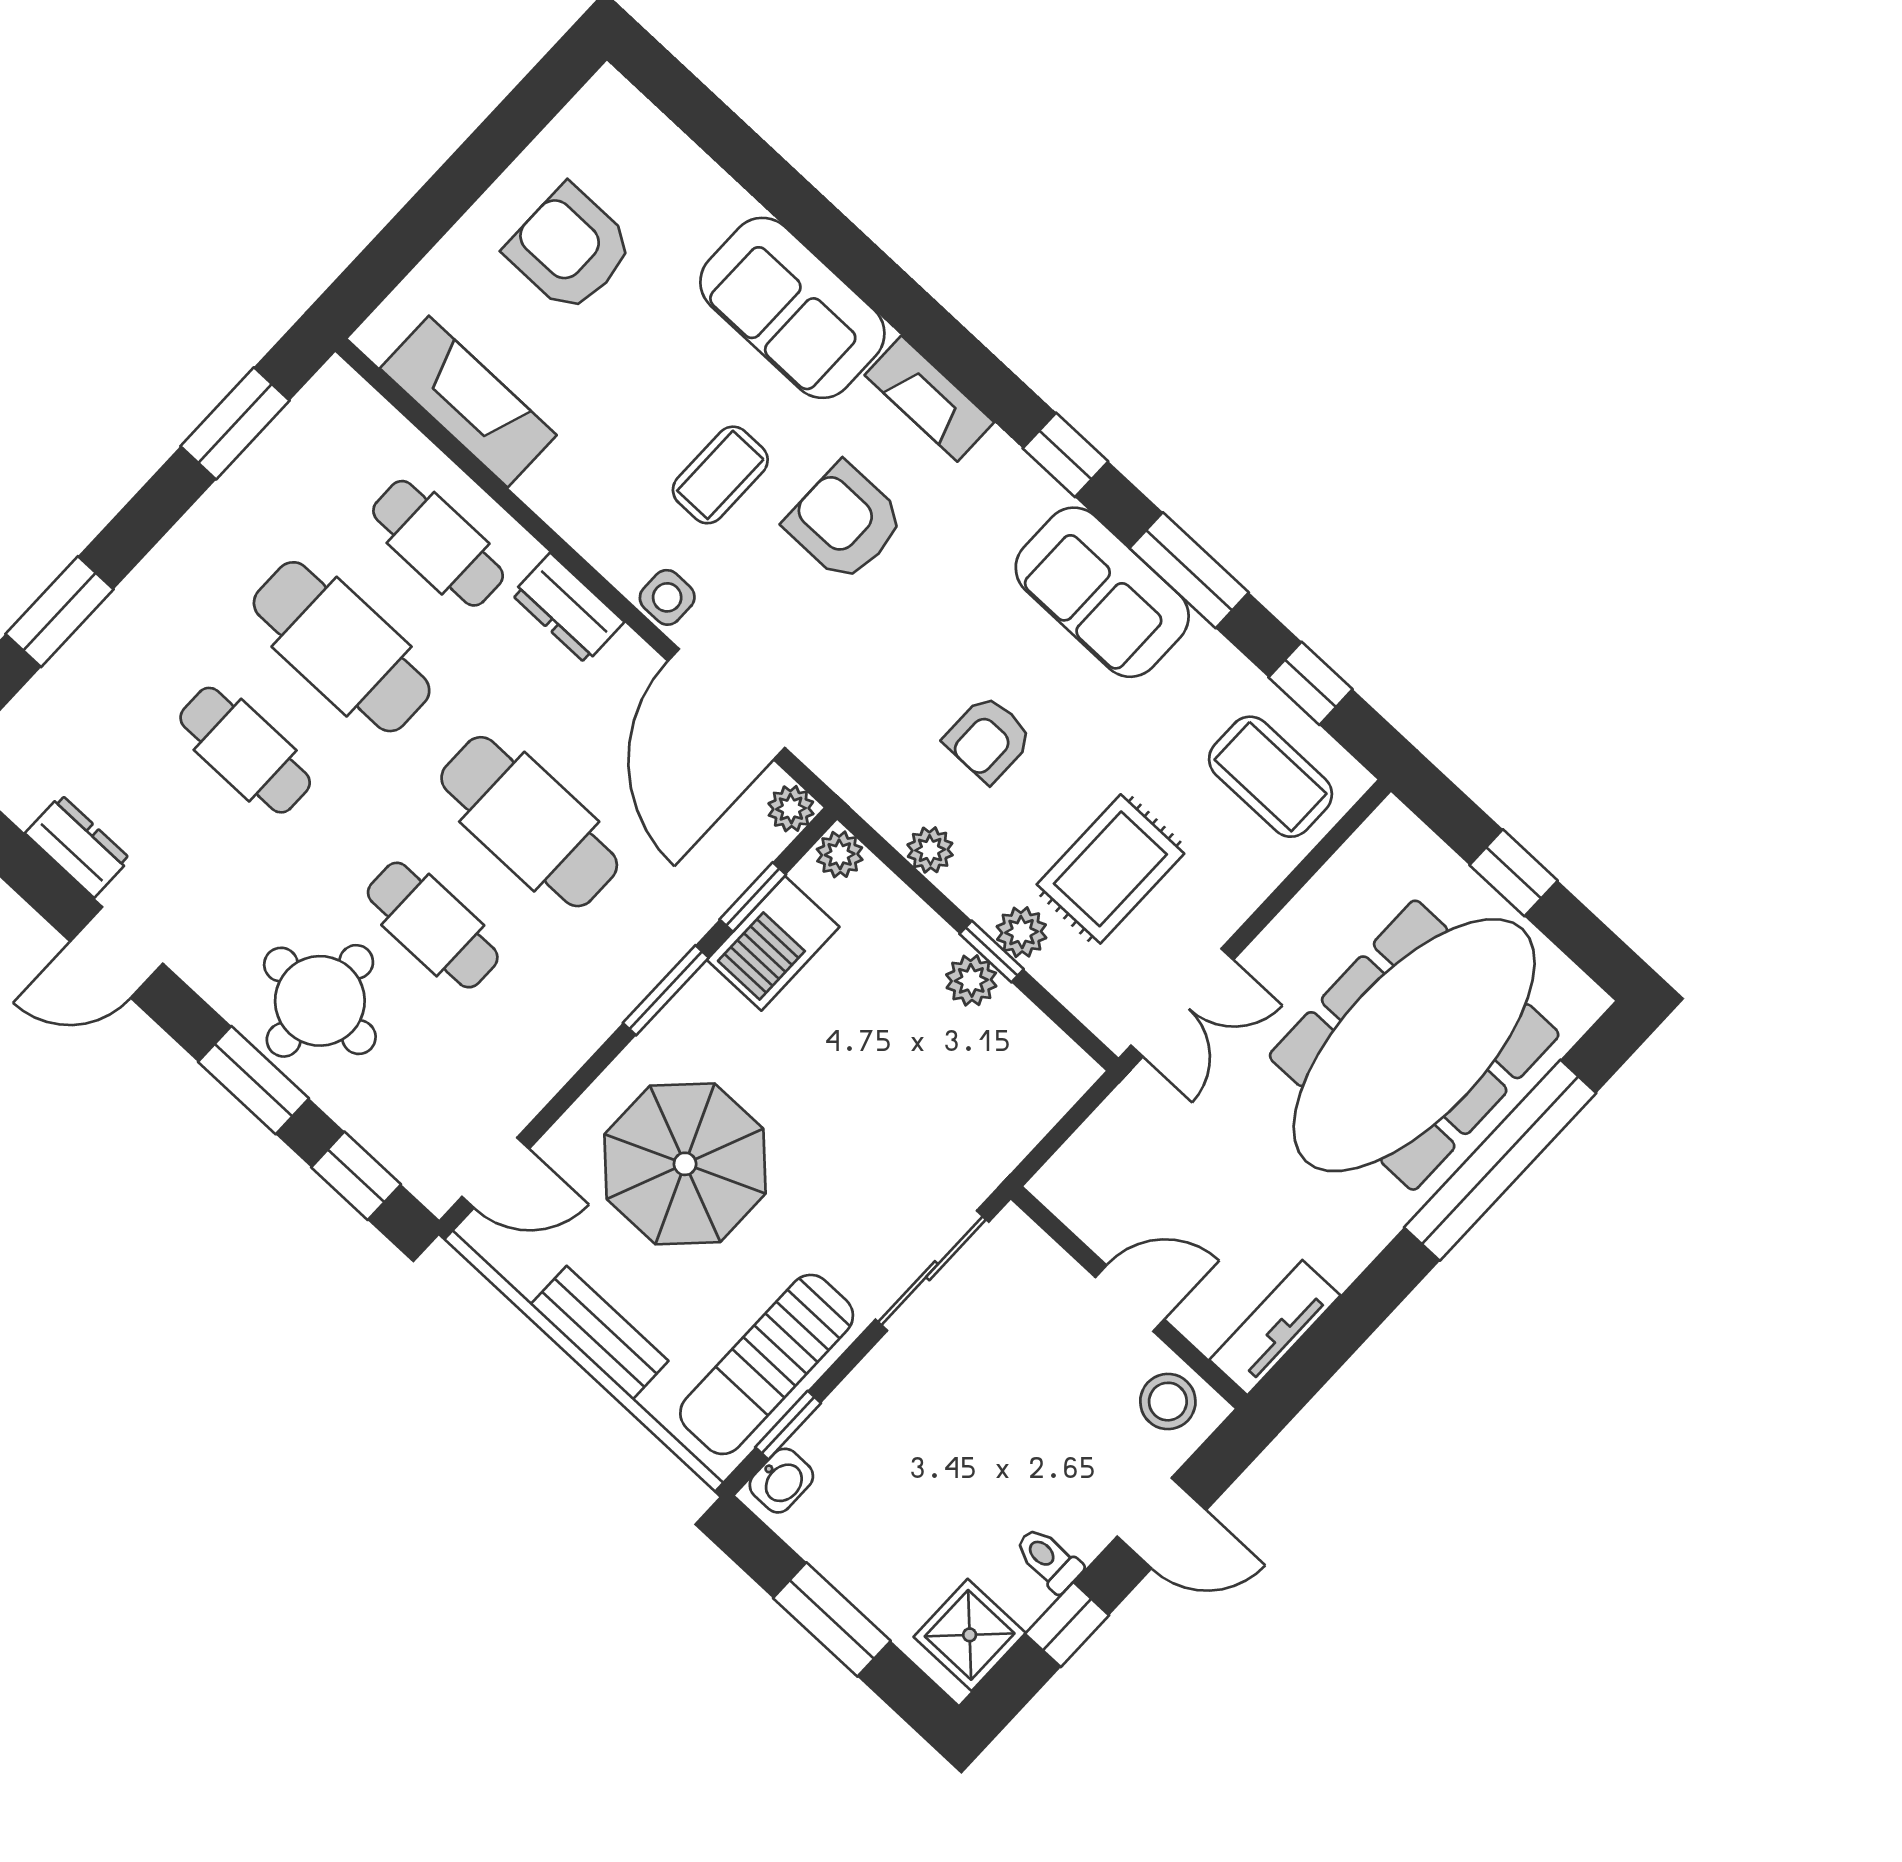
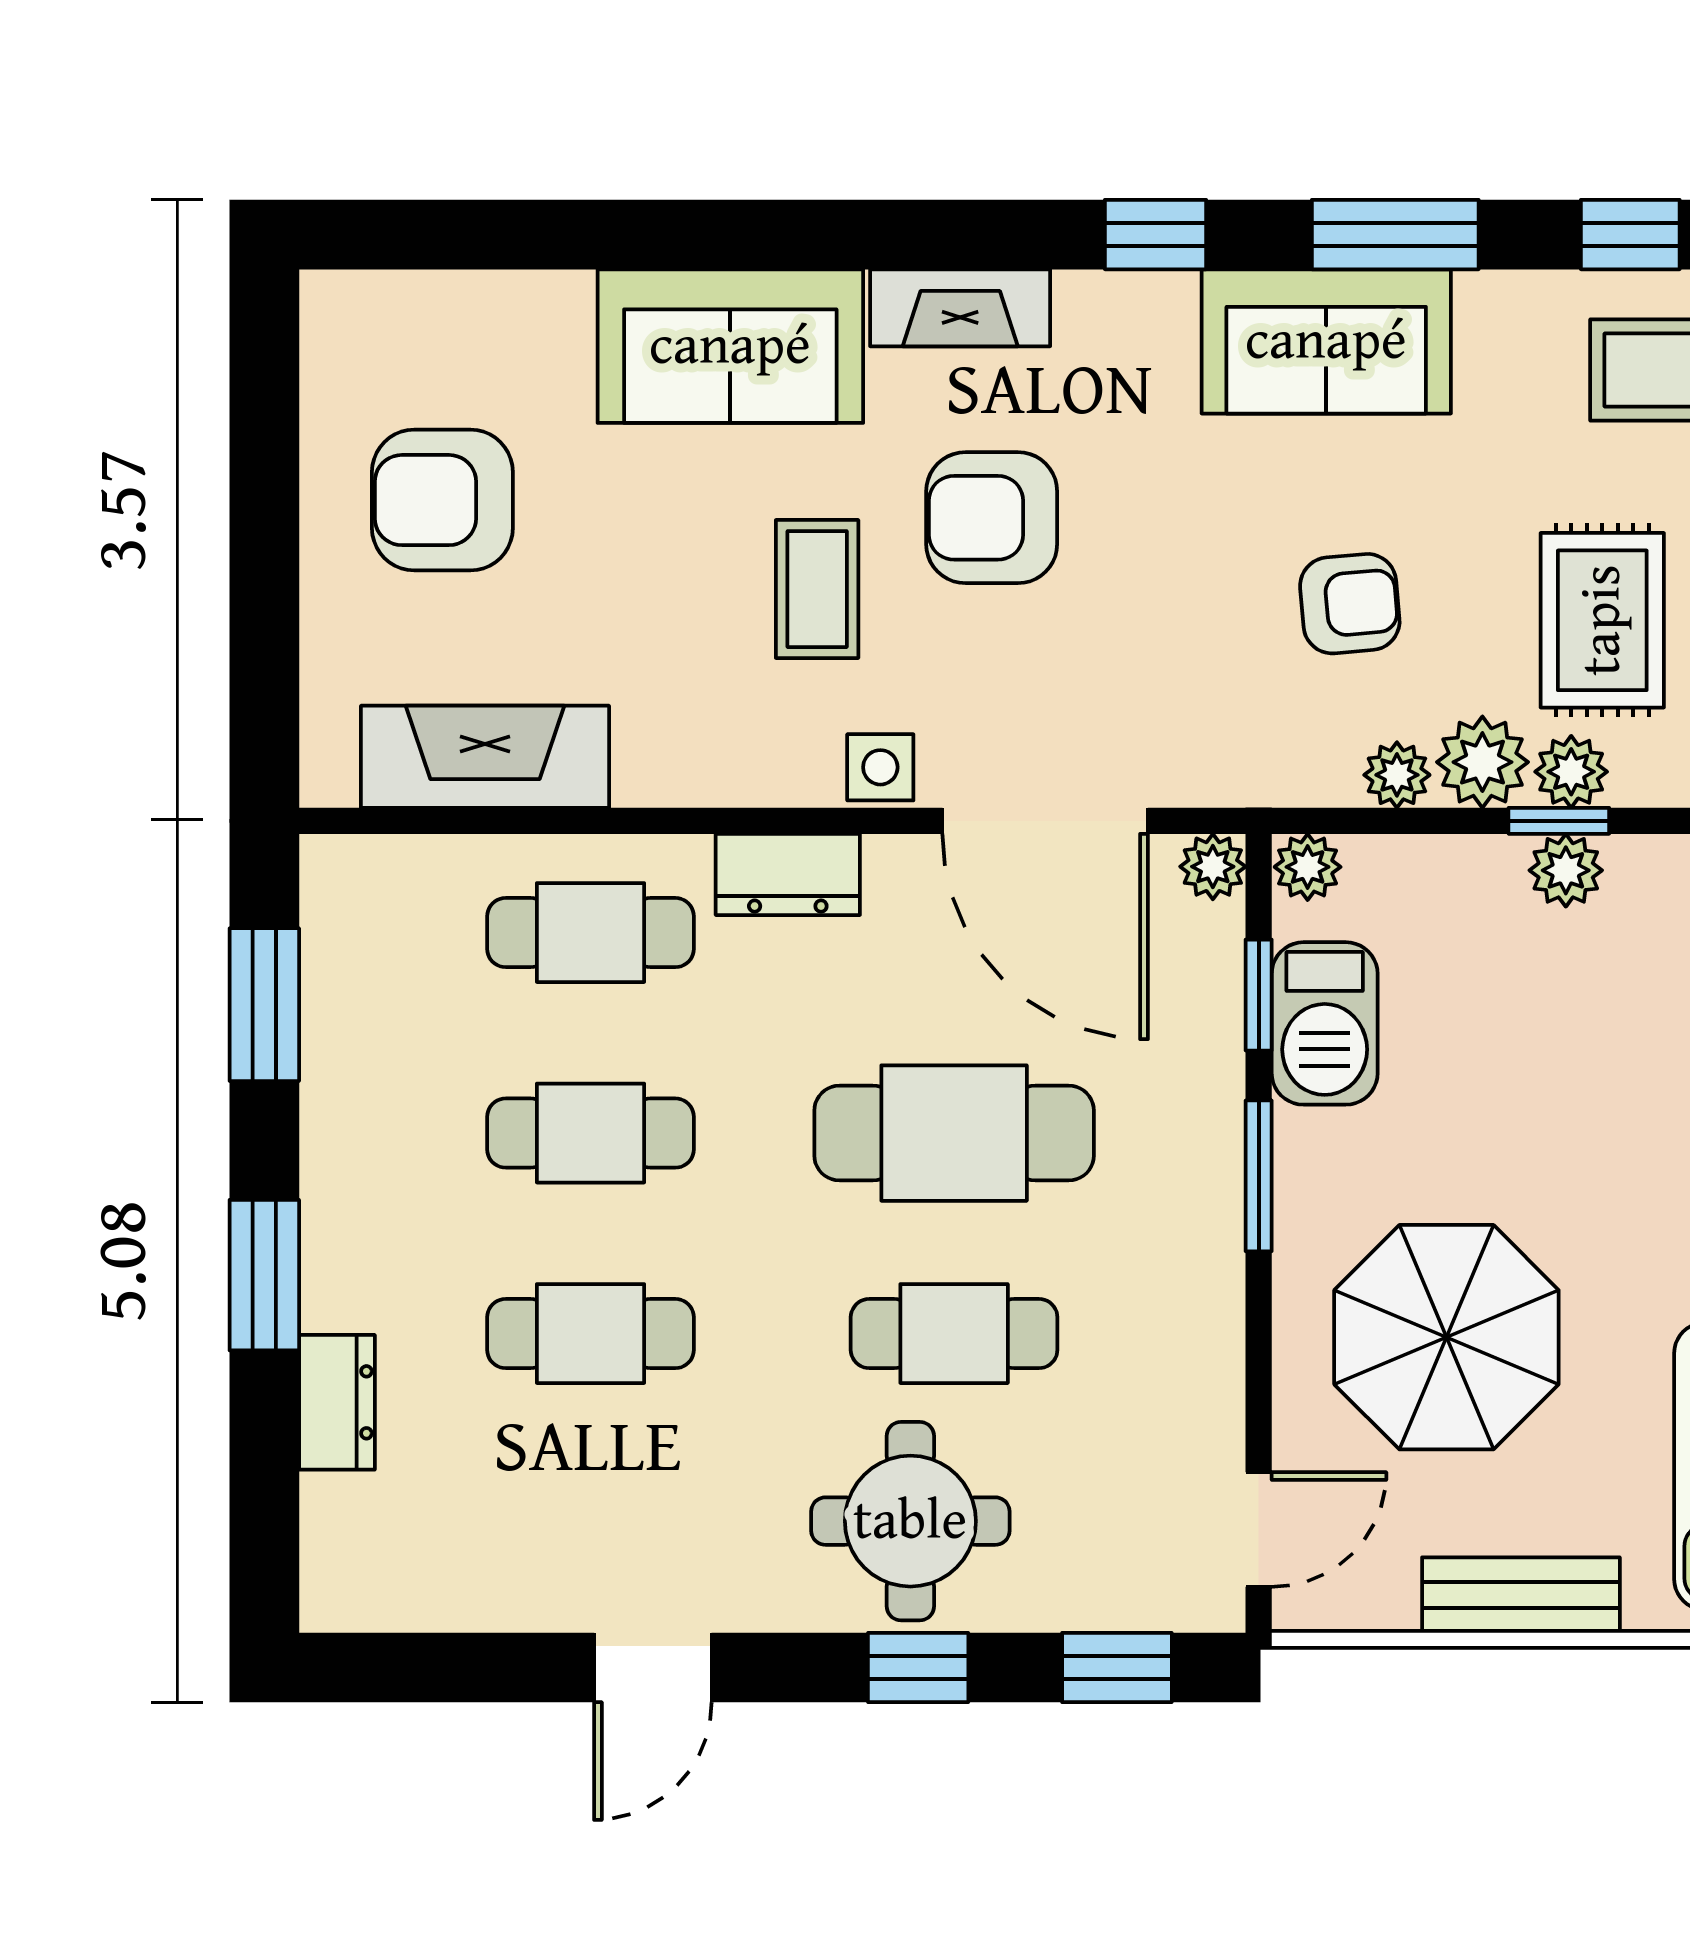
window: (60, 612) -> (264, 1275), moved
cafe table: (342, 647) -> (591, 1133), width x0.73, depth x0.74
armchair: (988, 739) -> (1350, 604), turned -95
dresser: (78, 846) -> (337, 1402), moved, turned 90
plant: (980, 884) -> (1482, 762), added
window: (253, 1080) -> (918, 1668), width x0.67

